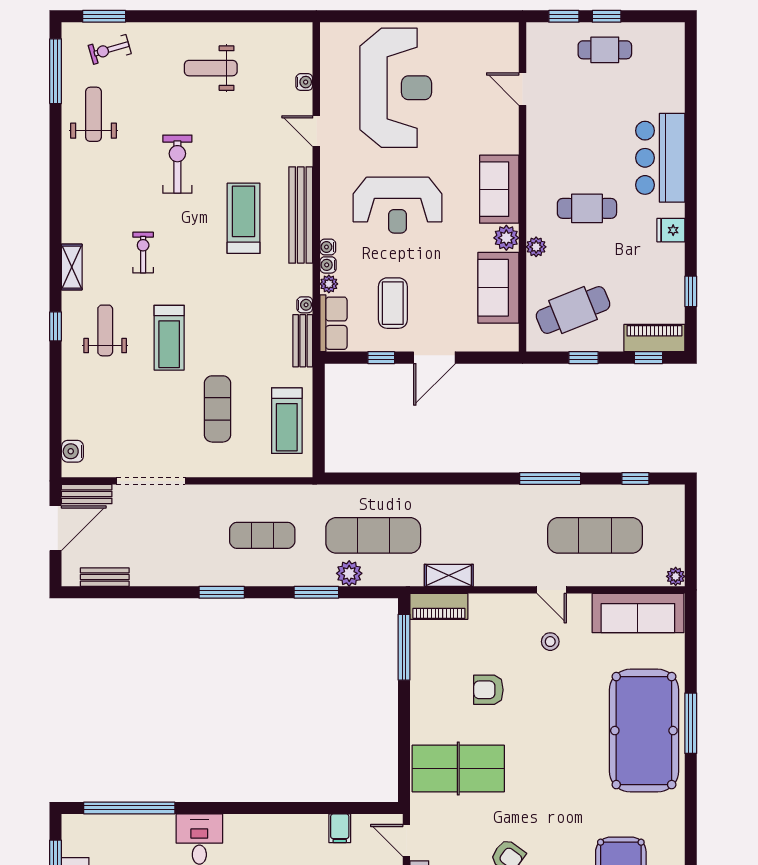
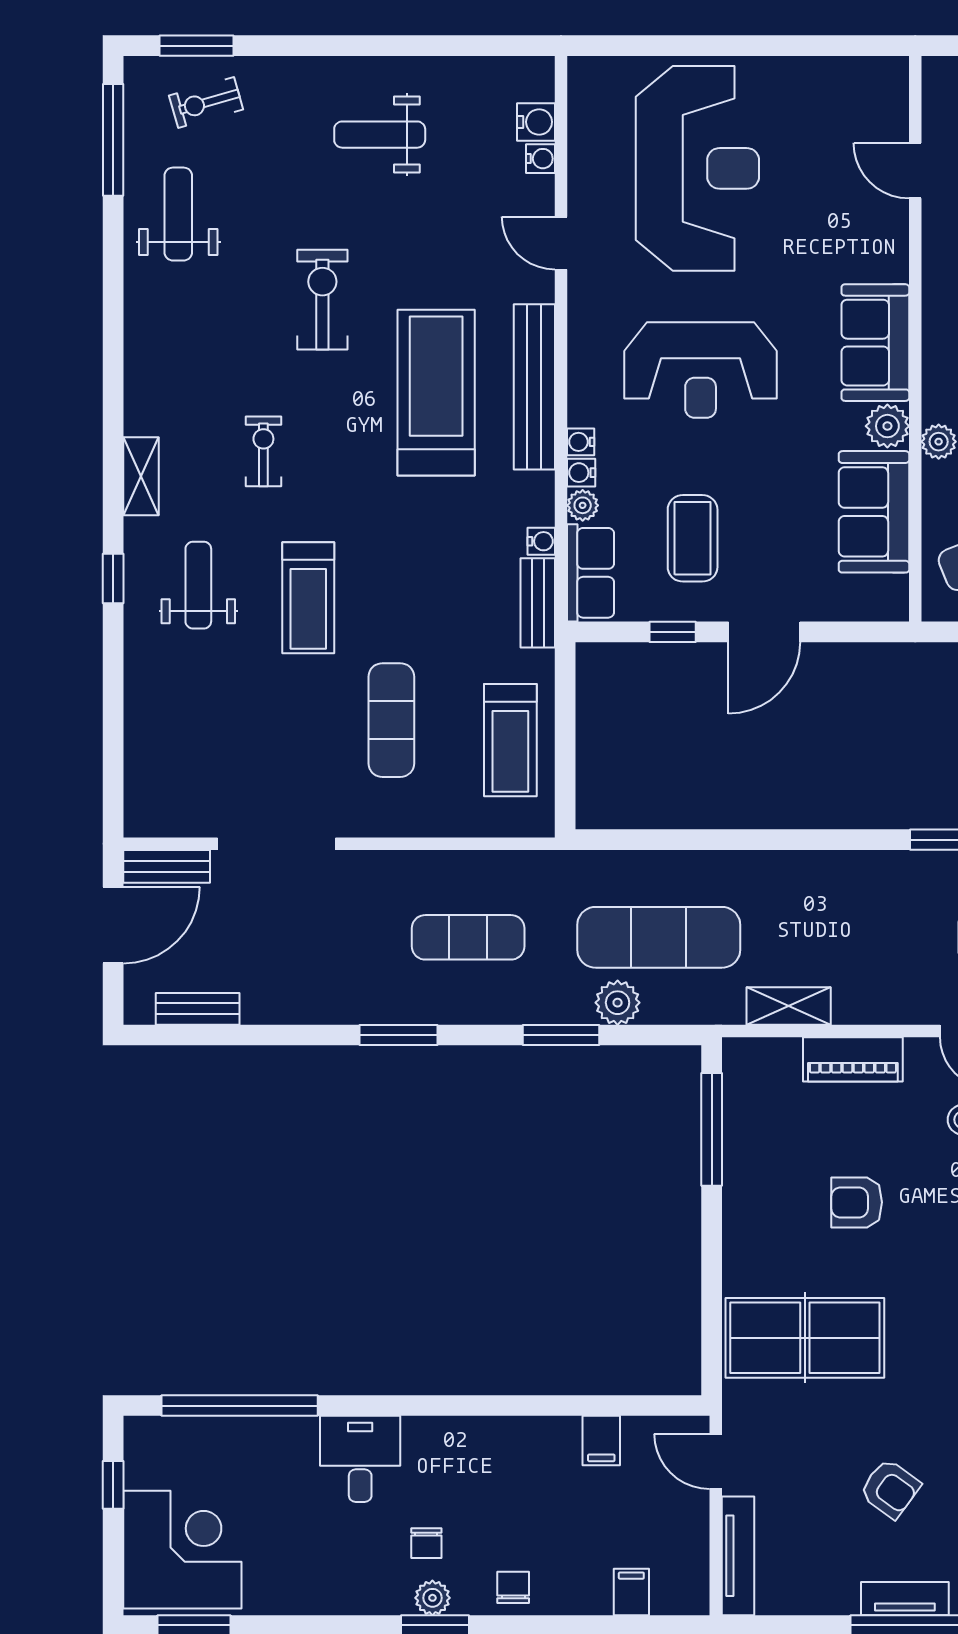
treadmill: (244, 218) -> (436, 393), width x1.37, depth x1.37
water cooler: (72, 451) -> (536, 122), moved, turned 180
piano: (439, 606) -> (853, 1059), moved

